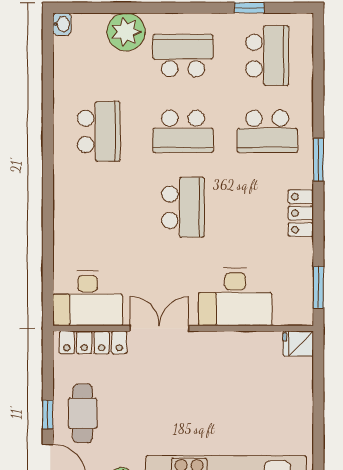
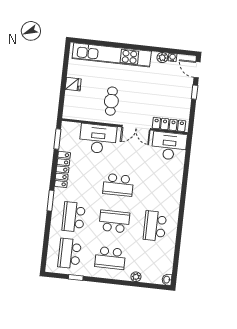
plant: (126, 32) -> (136, 277), width x0.53, depth x0.53
school desk: (267, 131) -> (74, 217), turned -90
school desk: (183, 207) -> (118, 185), turned -90
locker: (301, 213) -> (63, 169), width x1.53
fridge: (298, 344) -> (73, 84), moved
cafe table: (83, 413) -> (111, 101), moved

